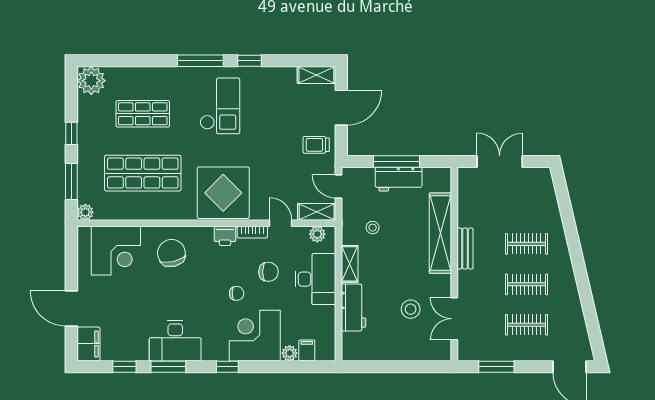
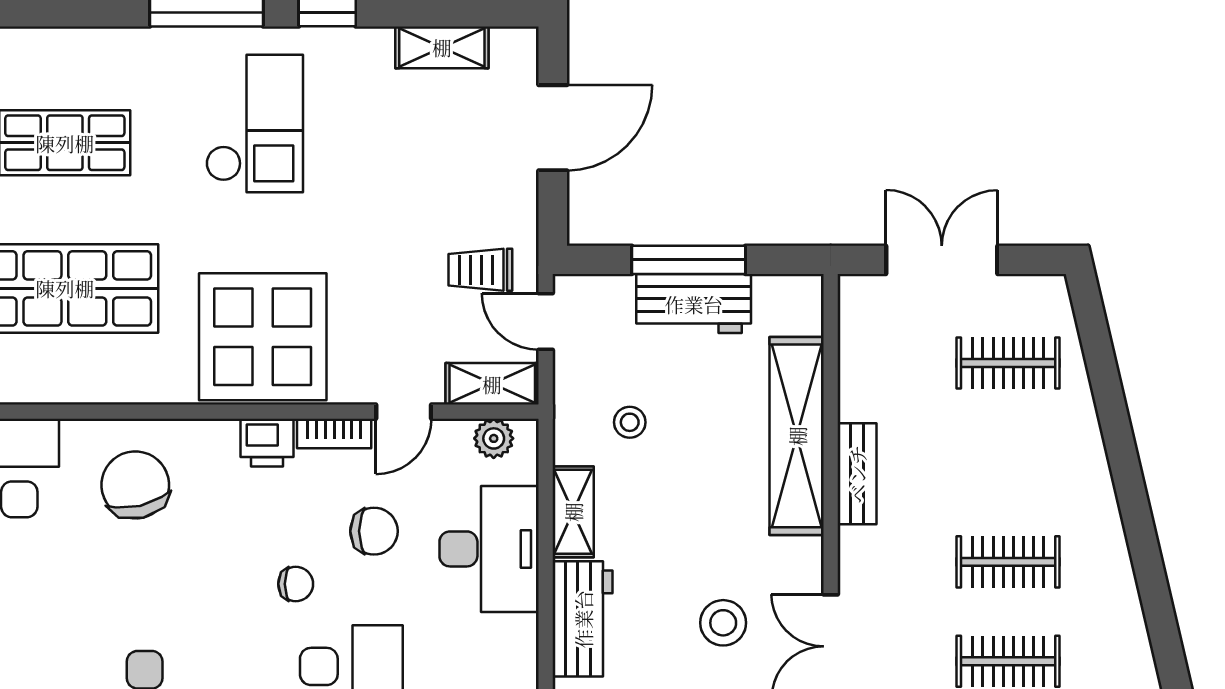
shelving: (316, 75) -> (442, 47), moved
trolley: (316, 145) -> (480, 270), moved
door: (281, 223) -> (404, 412), swing flipped
clothes rail: (527, 244) -> (1008, 363), moved

